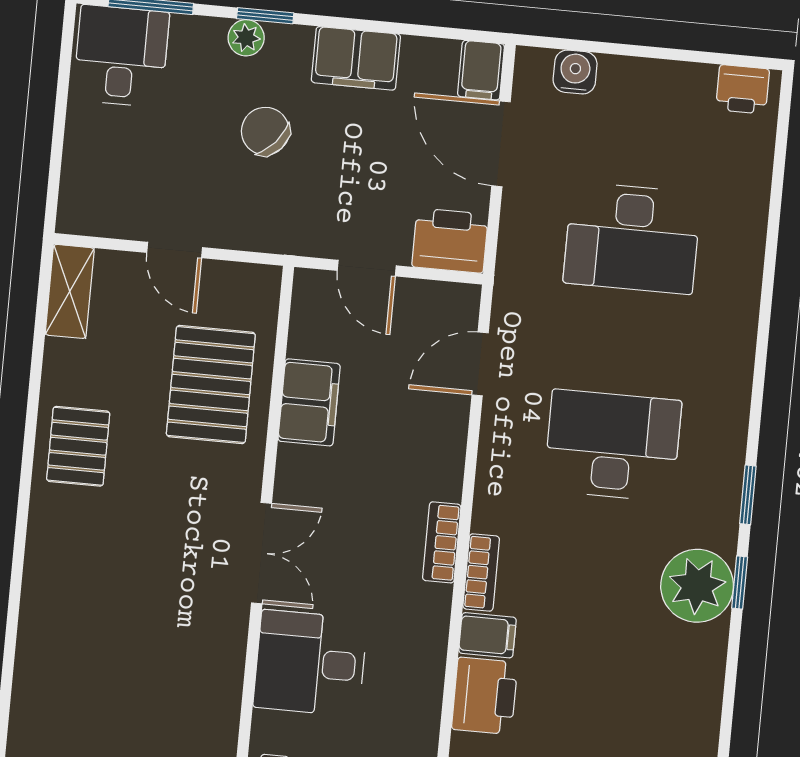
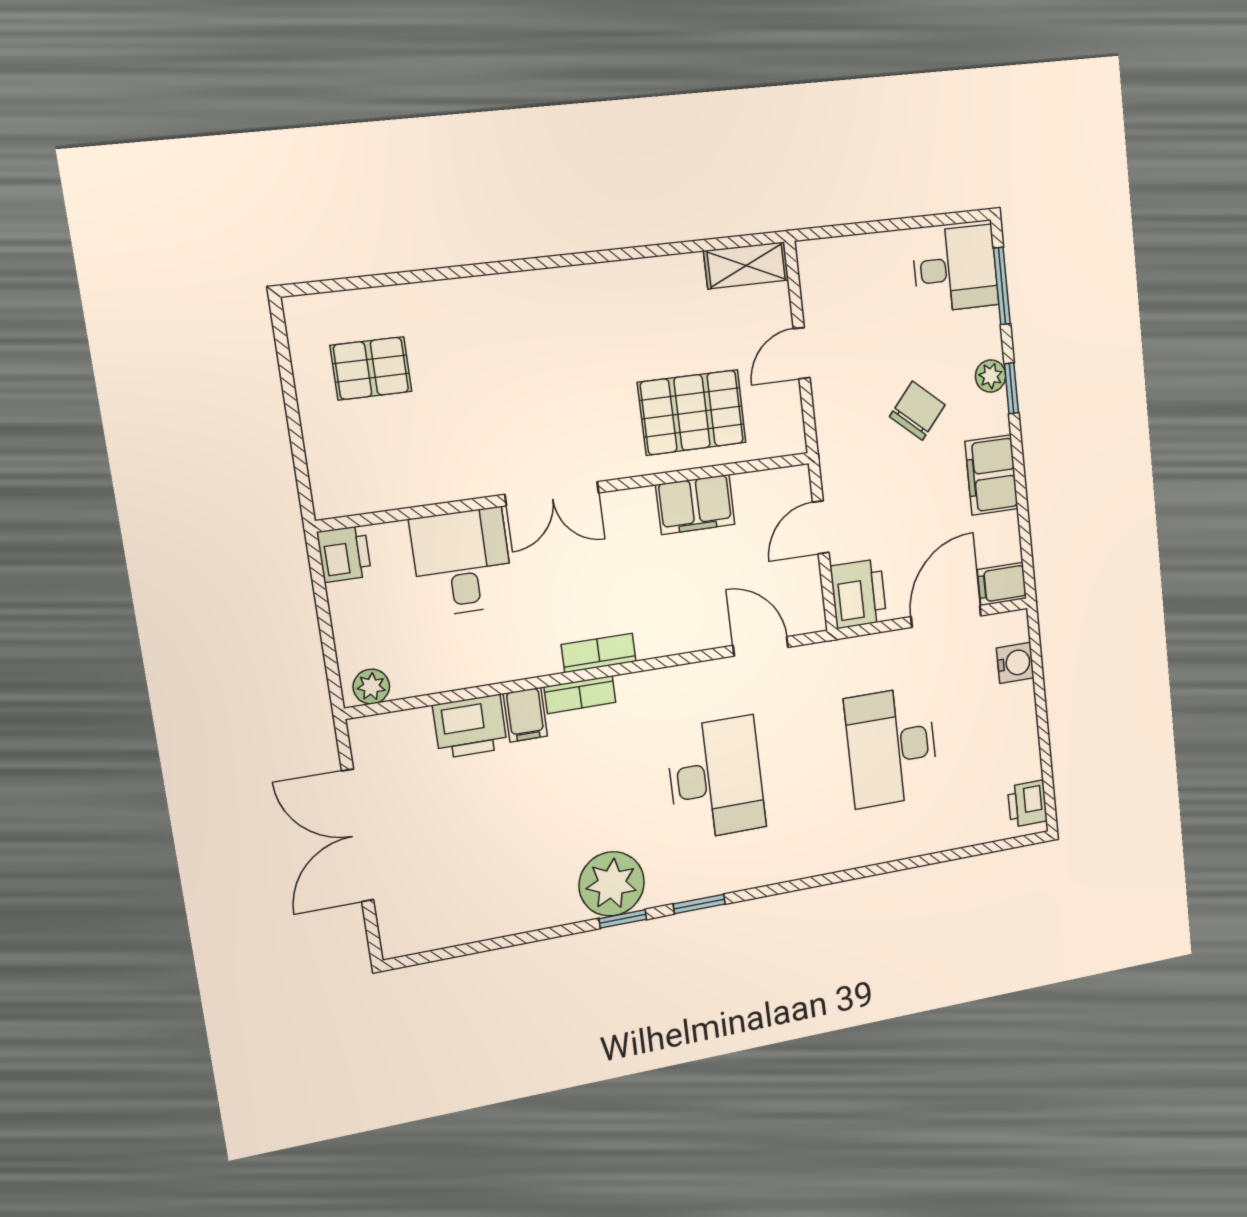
pallet: (78, 446) -> (371, 368), moved

